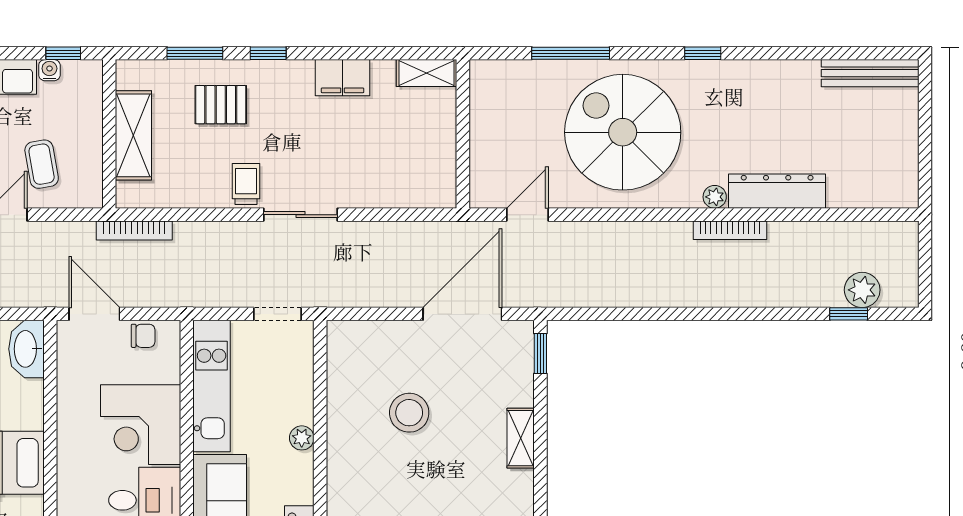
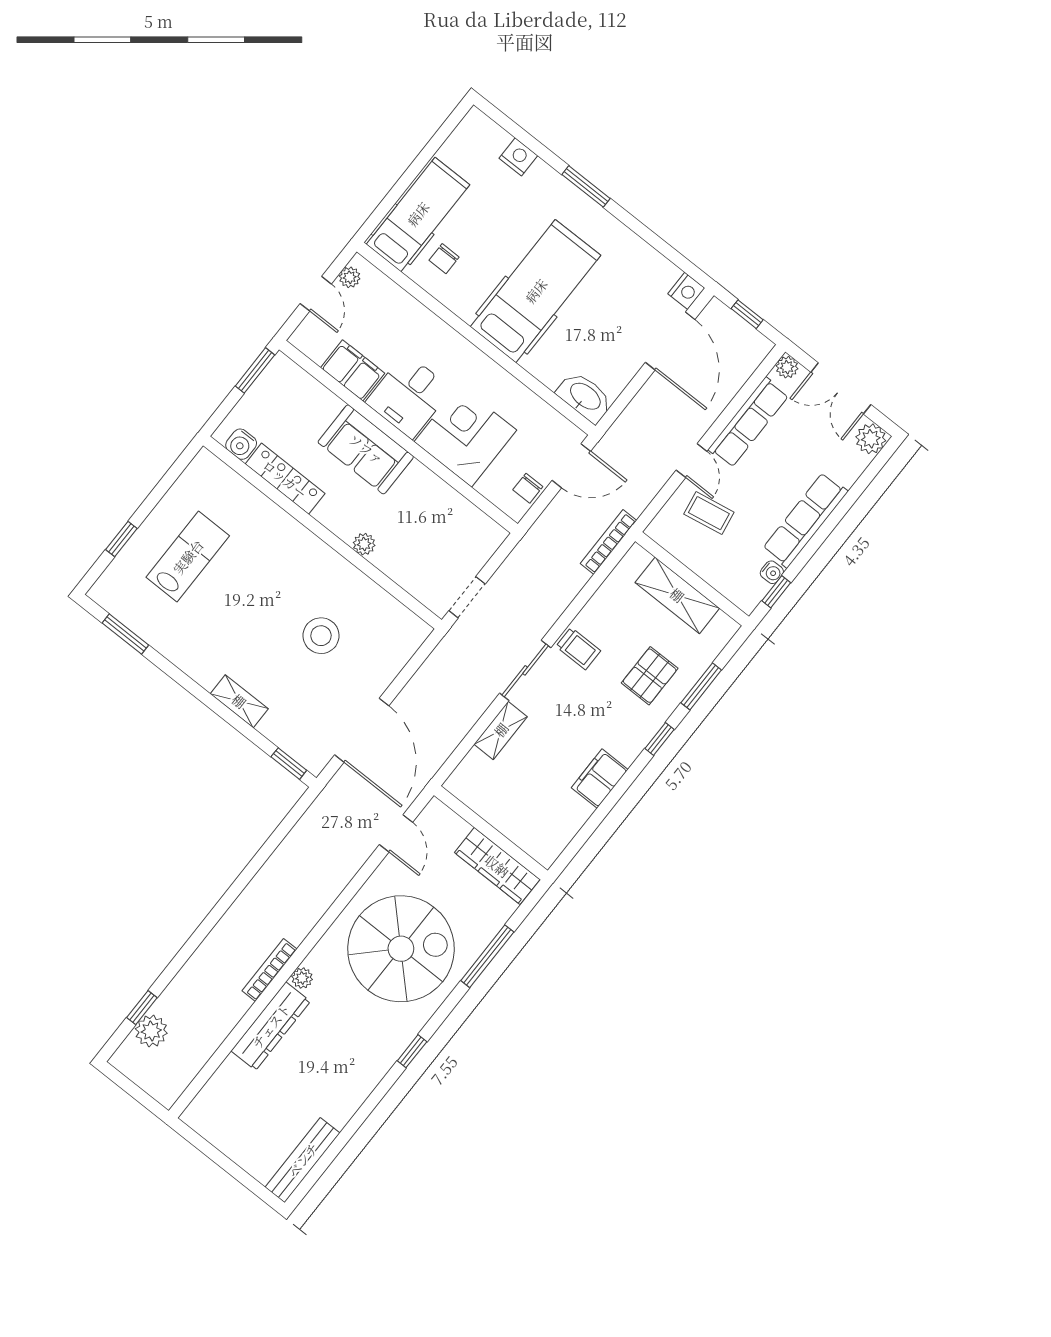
shelving: (427, 73) -> (501, 730), moved
wardrobe: (487, 106) -> (497, 866), added
kitchen unit: (212, 386) -> (453, 509), removed

